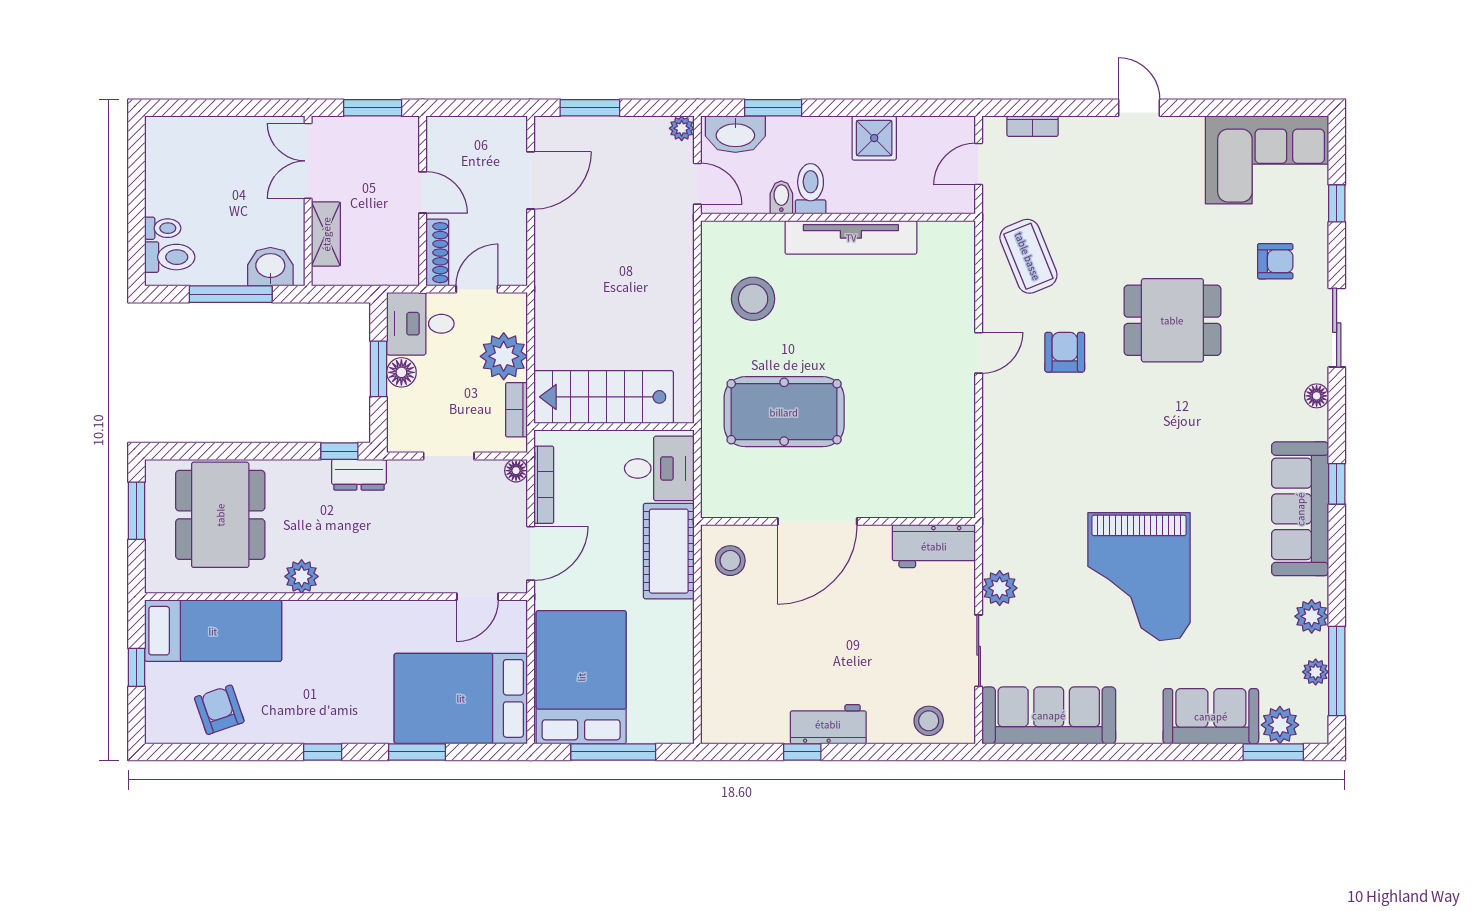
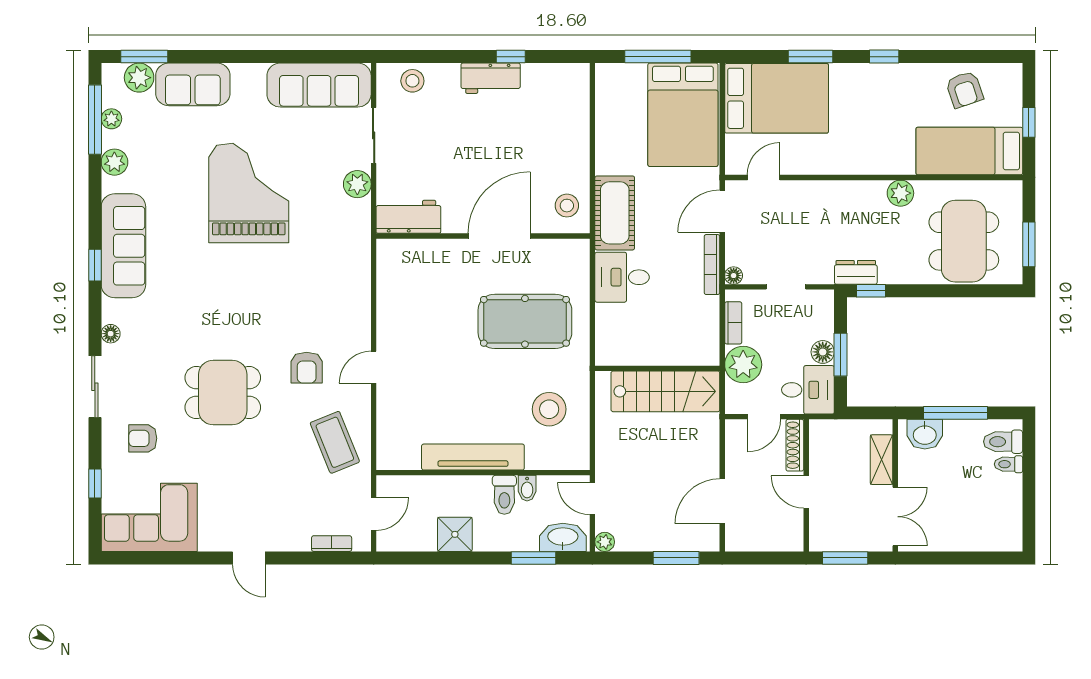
stairs: (604, 397) -> (665, 391), moved
wall: (614, 427) -> (657, 368), moved

